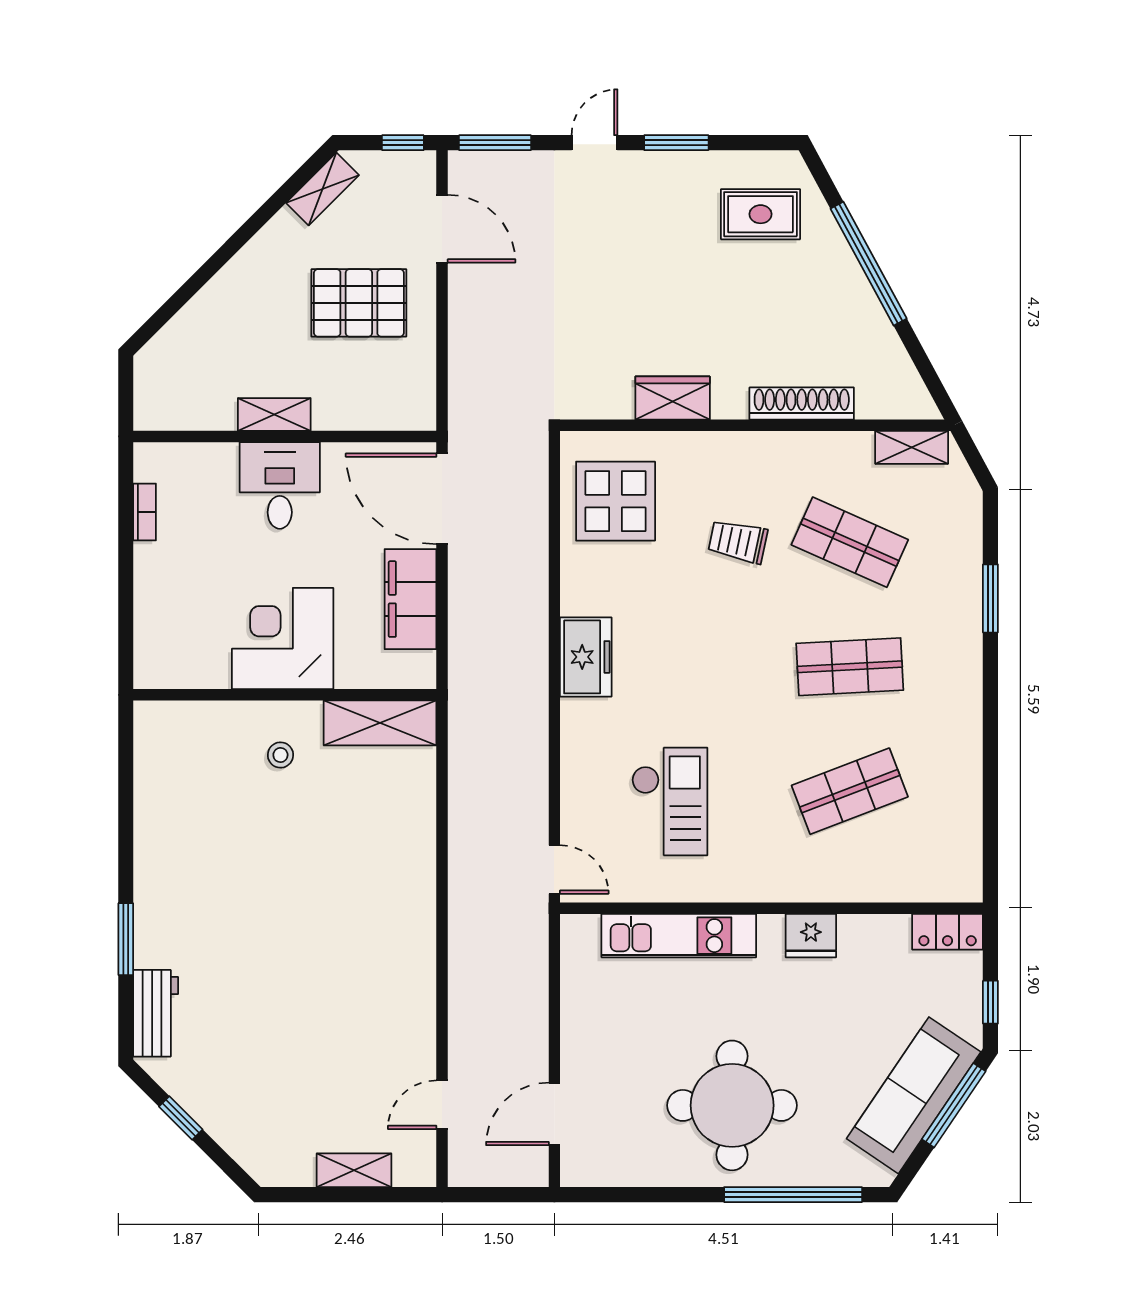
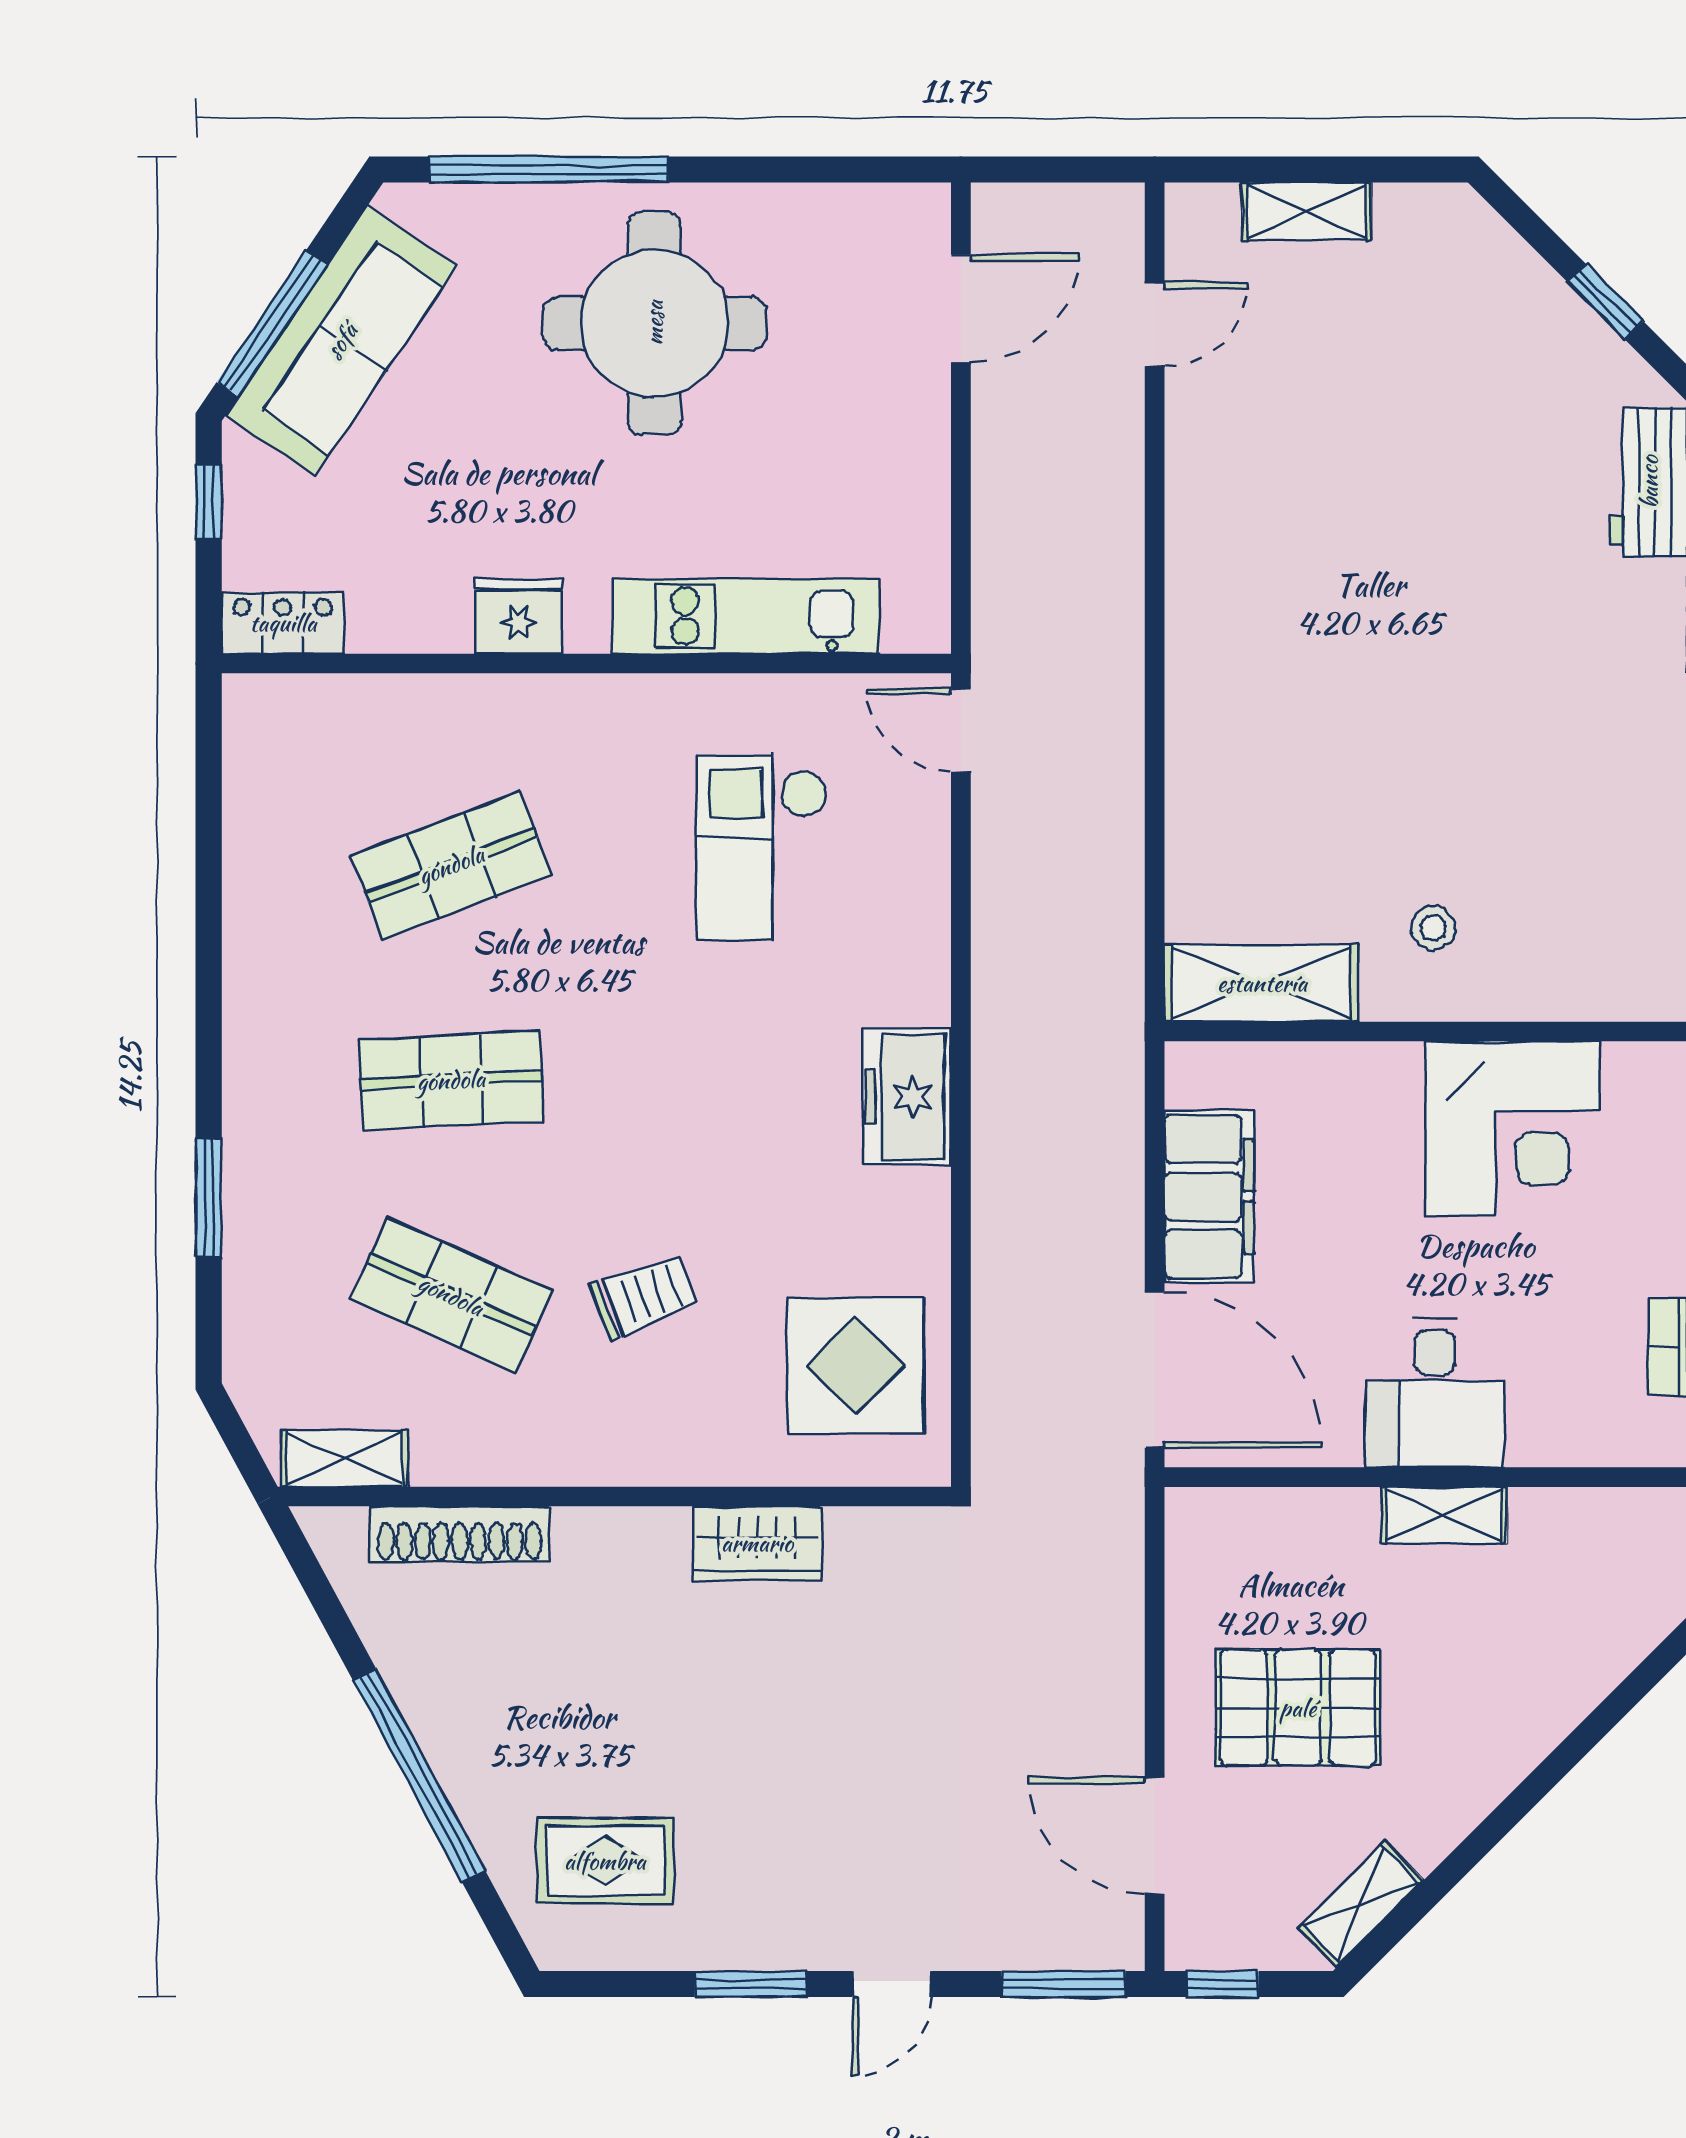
shoe rack: (802, 404) -> (460, 1534), moved
trolley: (738, 541) -> (644, 1296), turned -32
corner desk: (283, 638) -> (1513, 1129), moved

